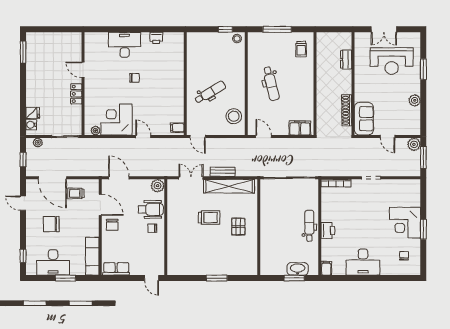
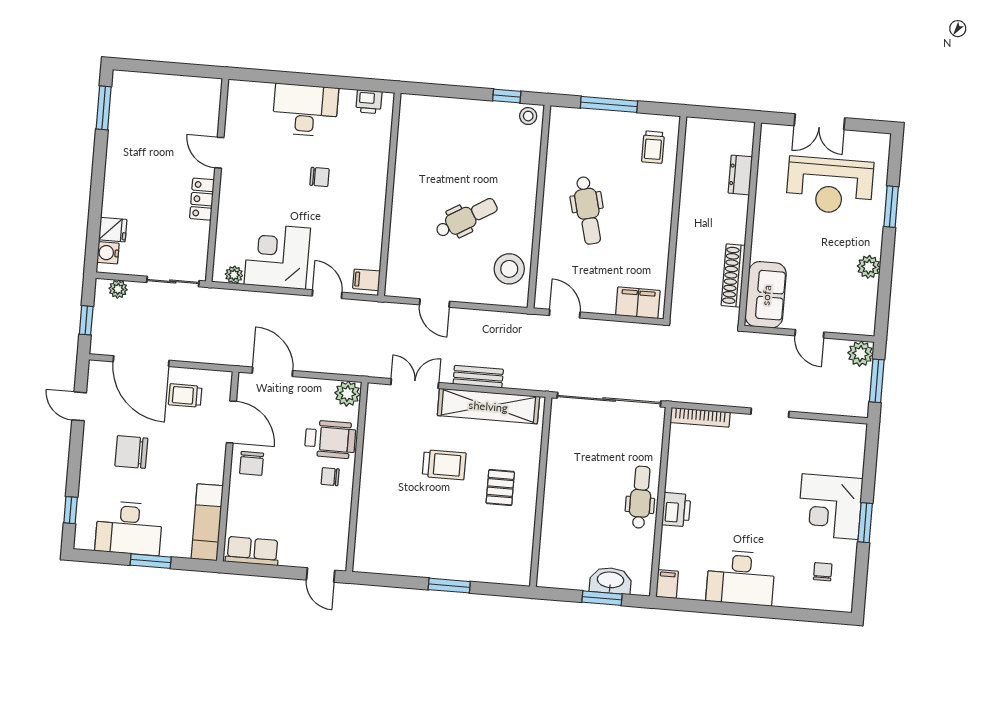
wall: (185, 84) -> (389, 194), moved
filing cabinet: (177, 128) -> (366, 280), moved

